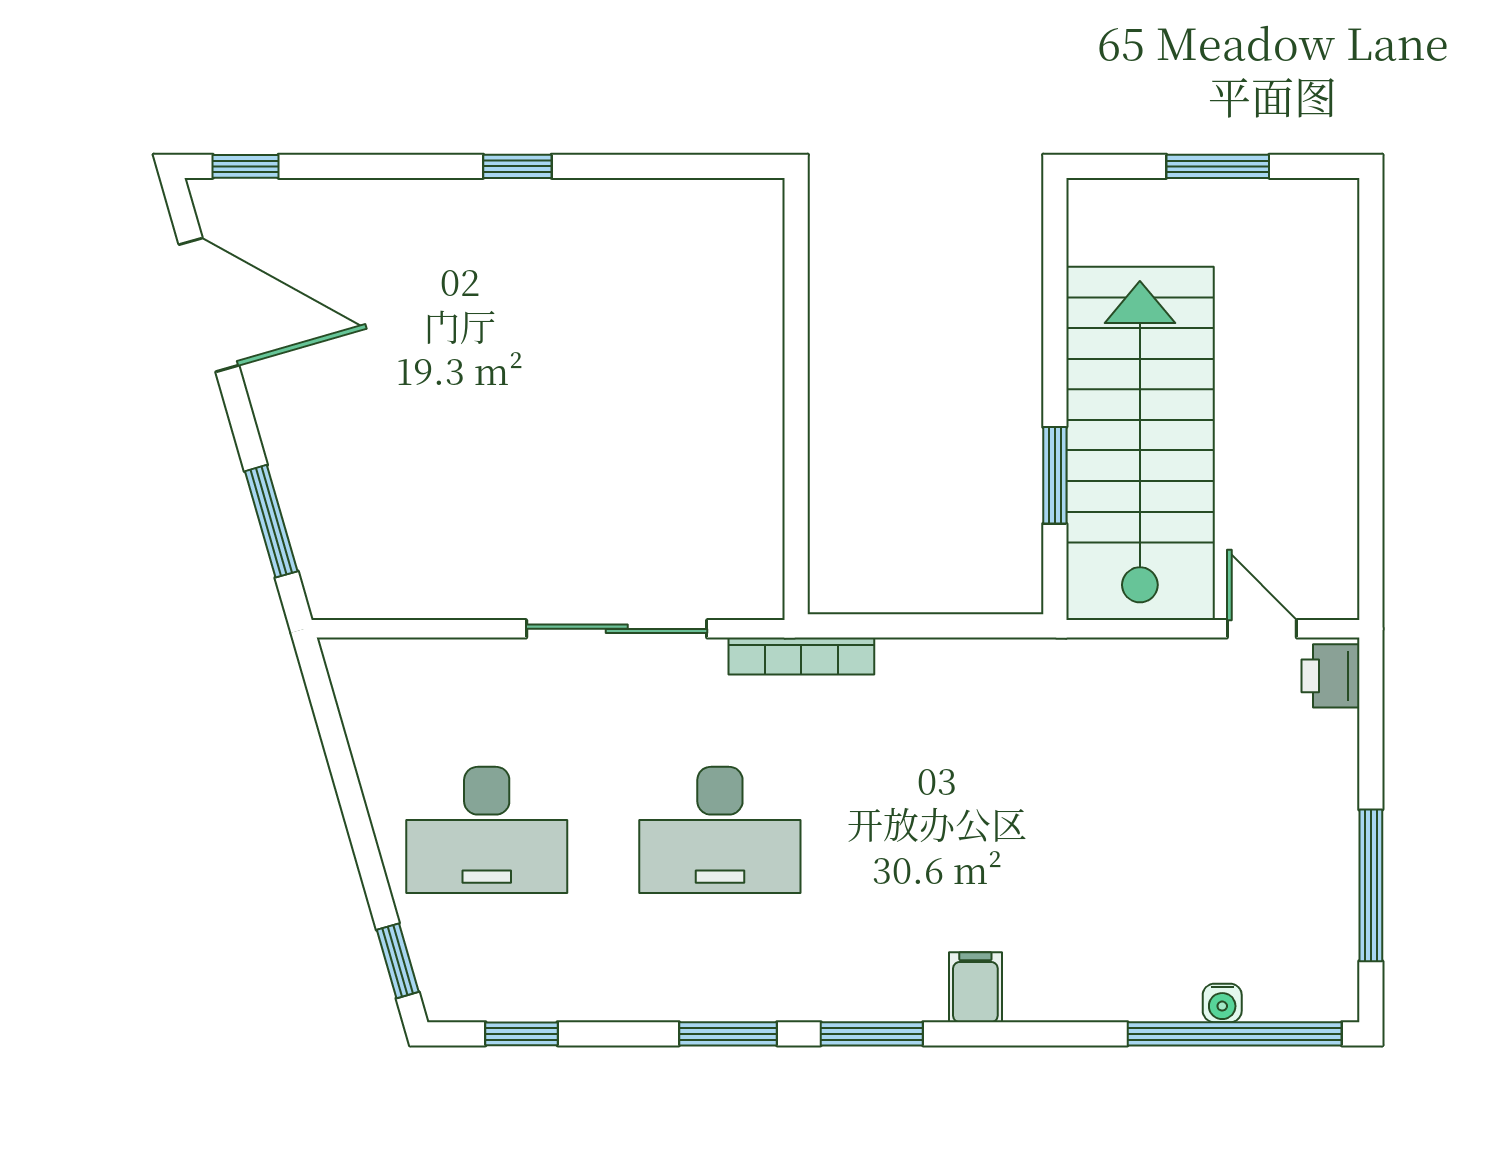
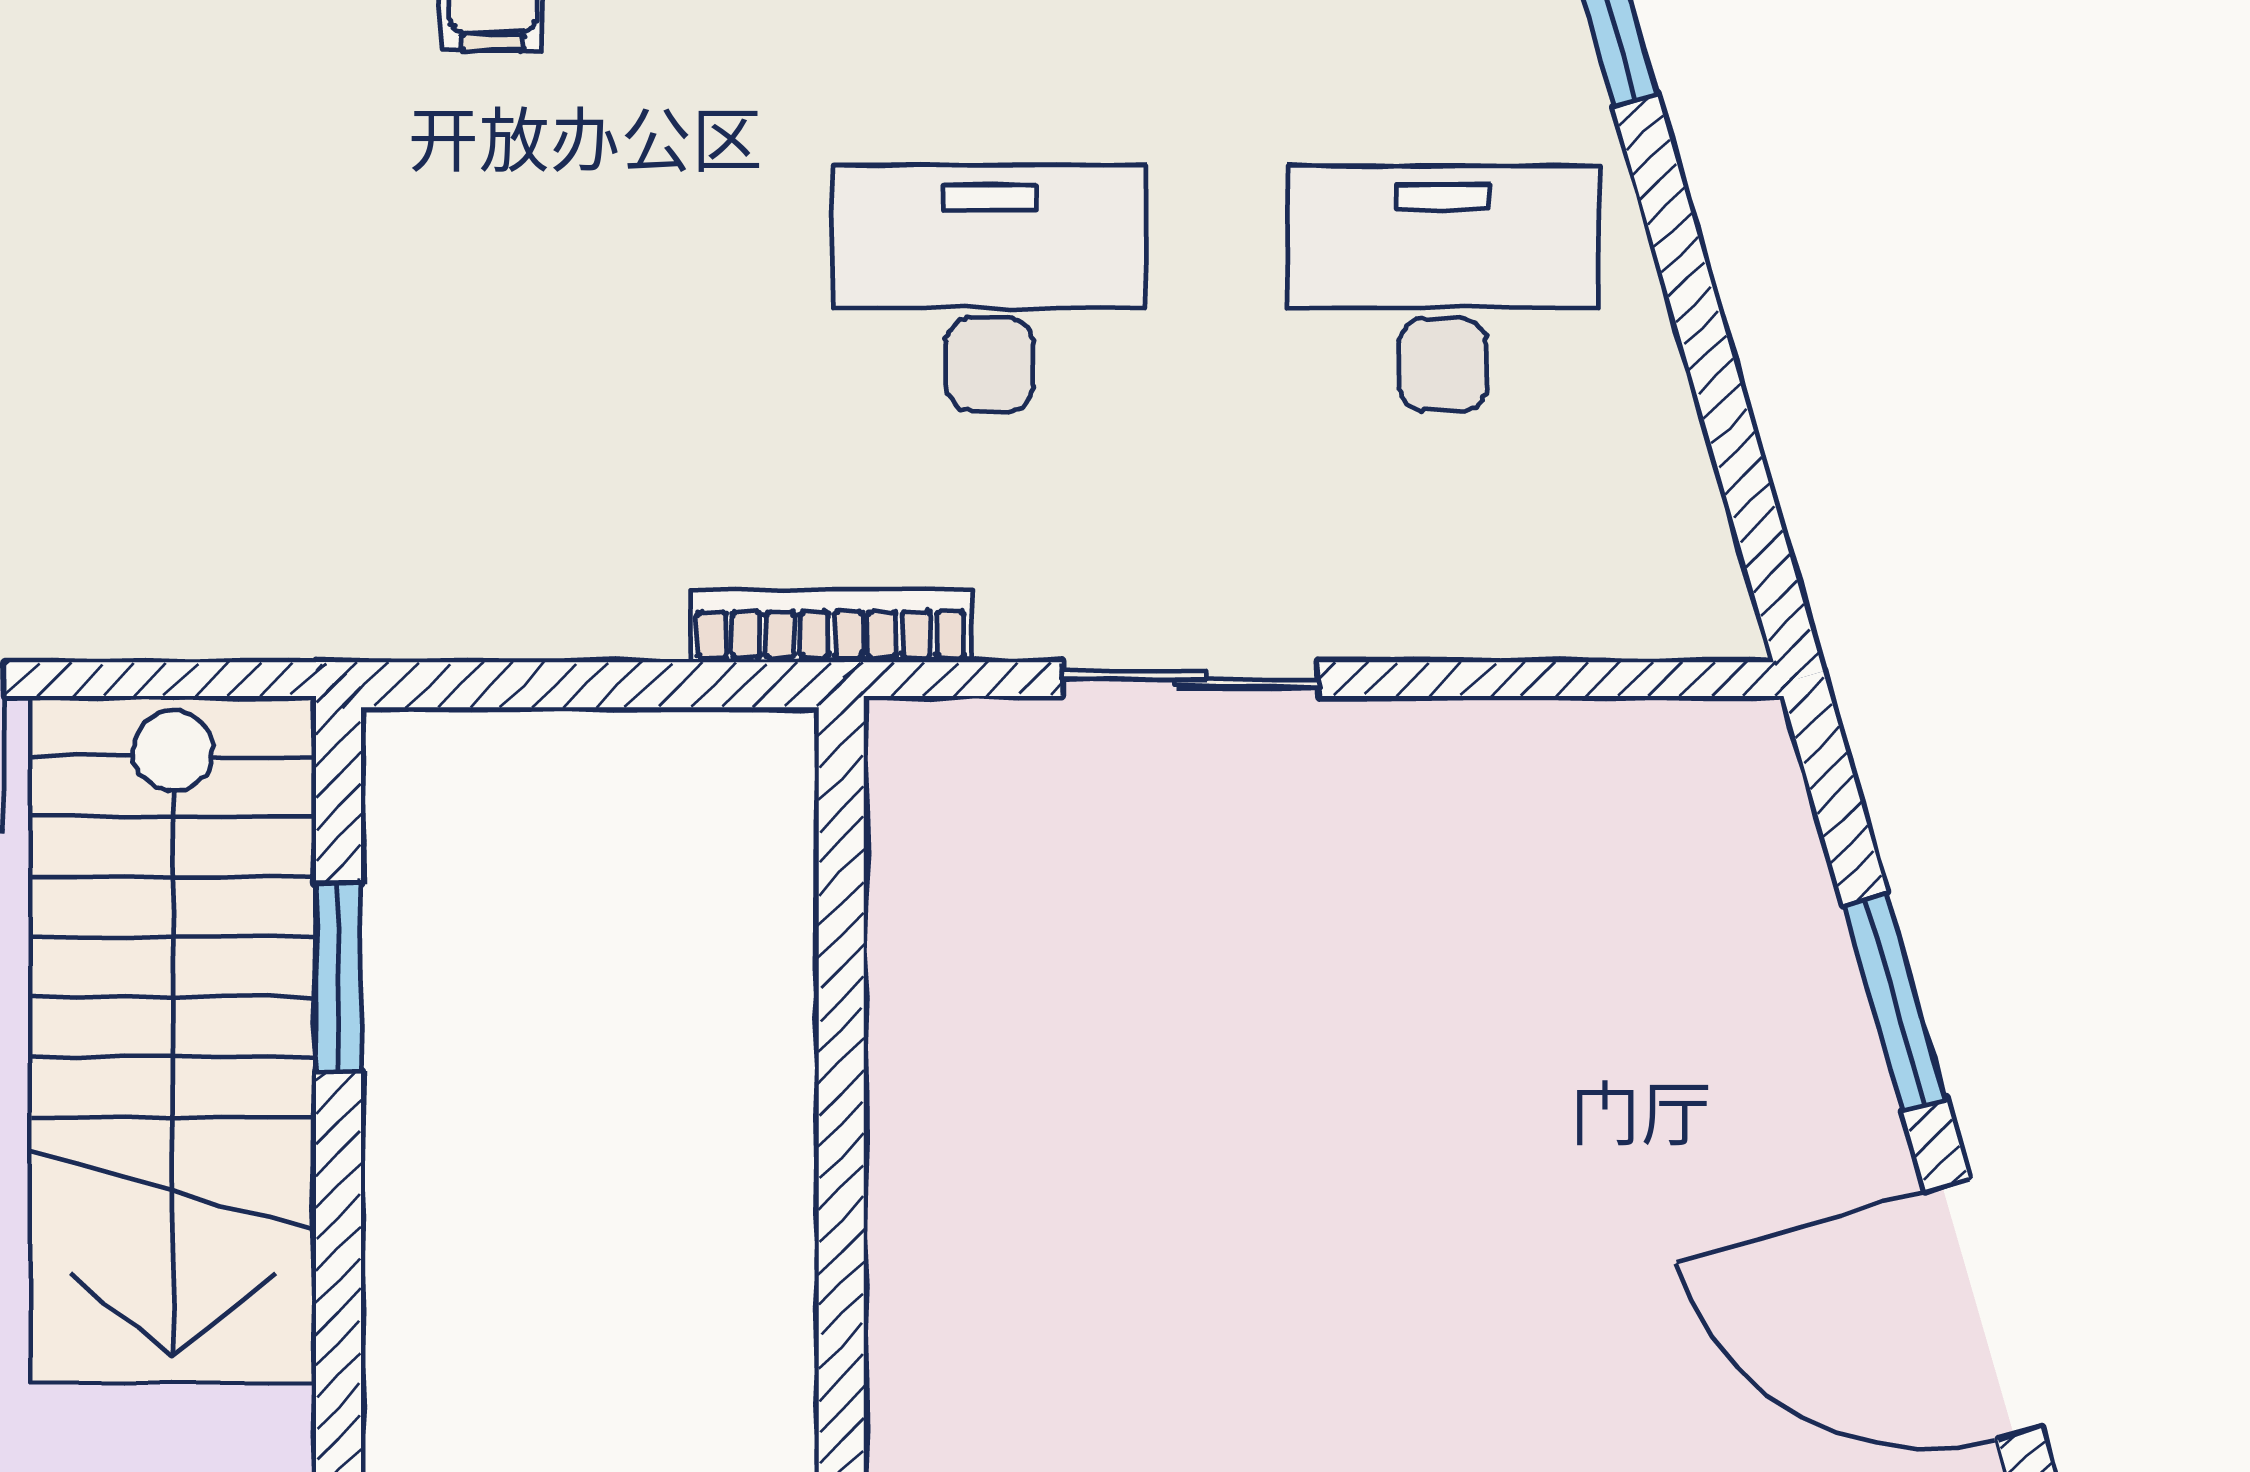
window: (271, 521) -> (1895, 1002), moved
sliding door: (617, 629) -> (1190, 679), width x0.73

